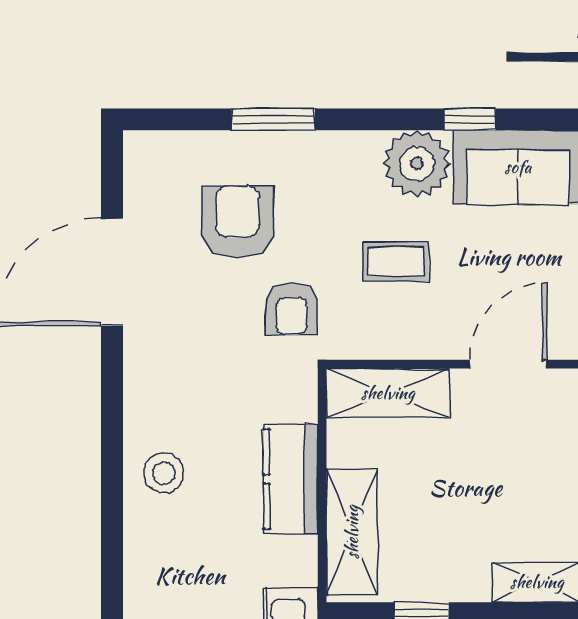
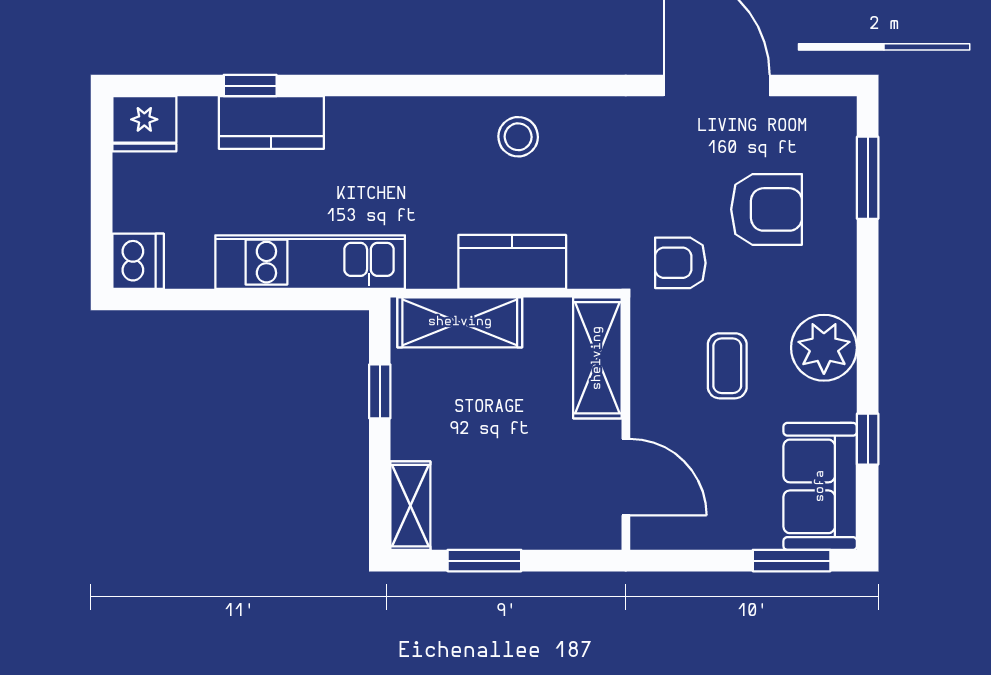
window: (273, 119) -> (868, 178), moved
plant: (417, 164) -> (824, 348), moved

